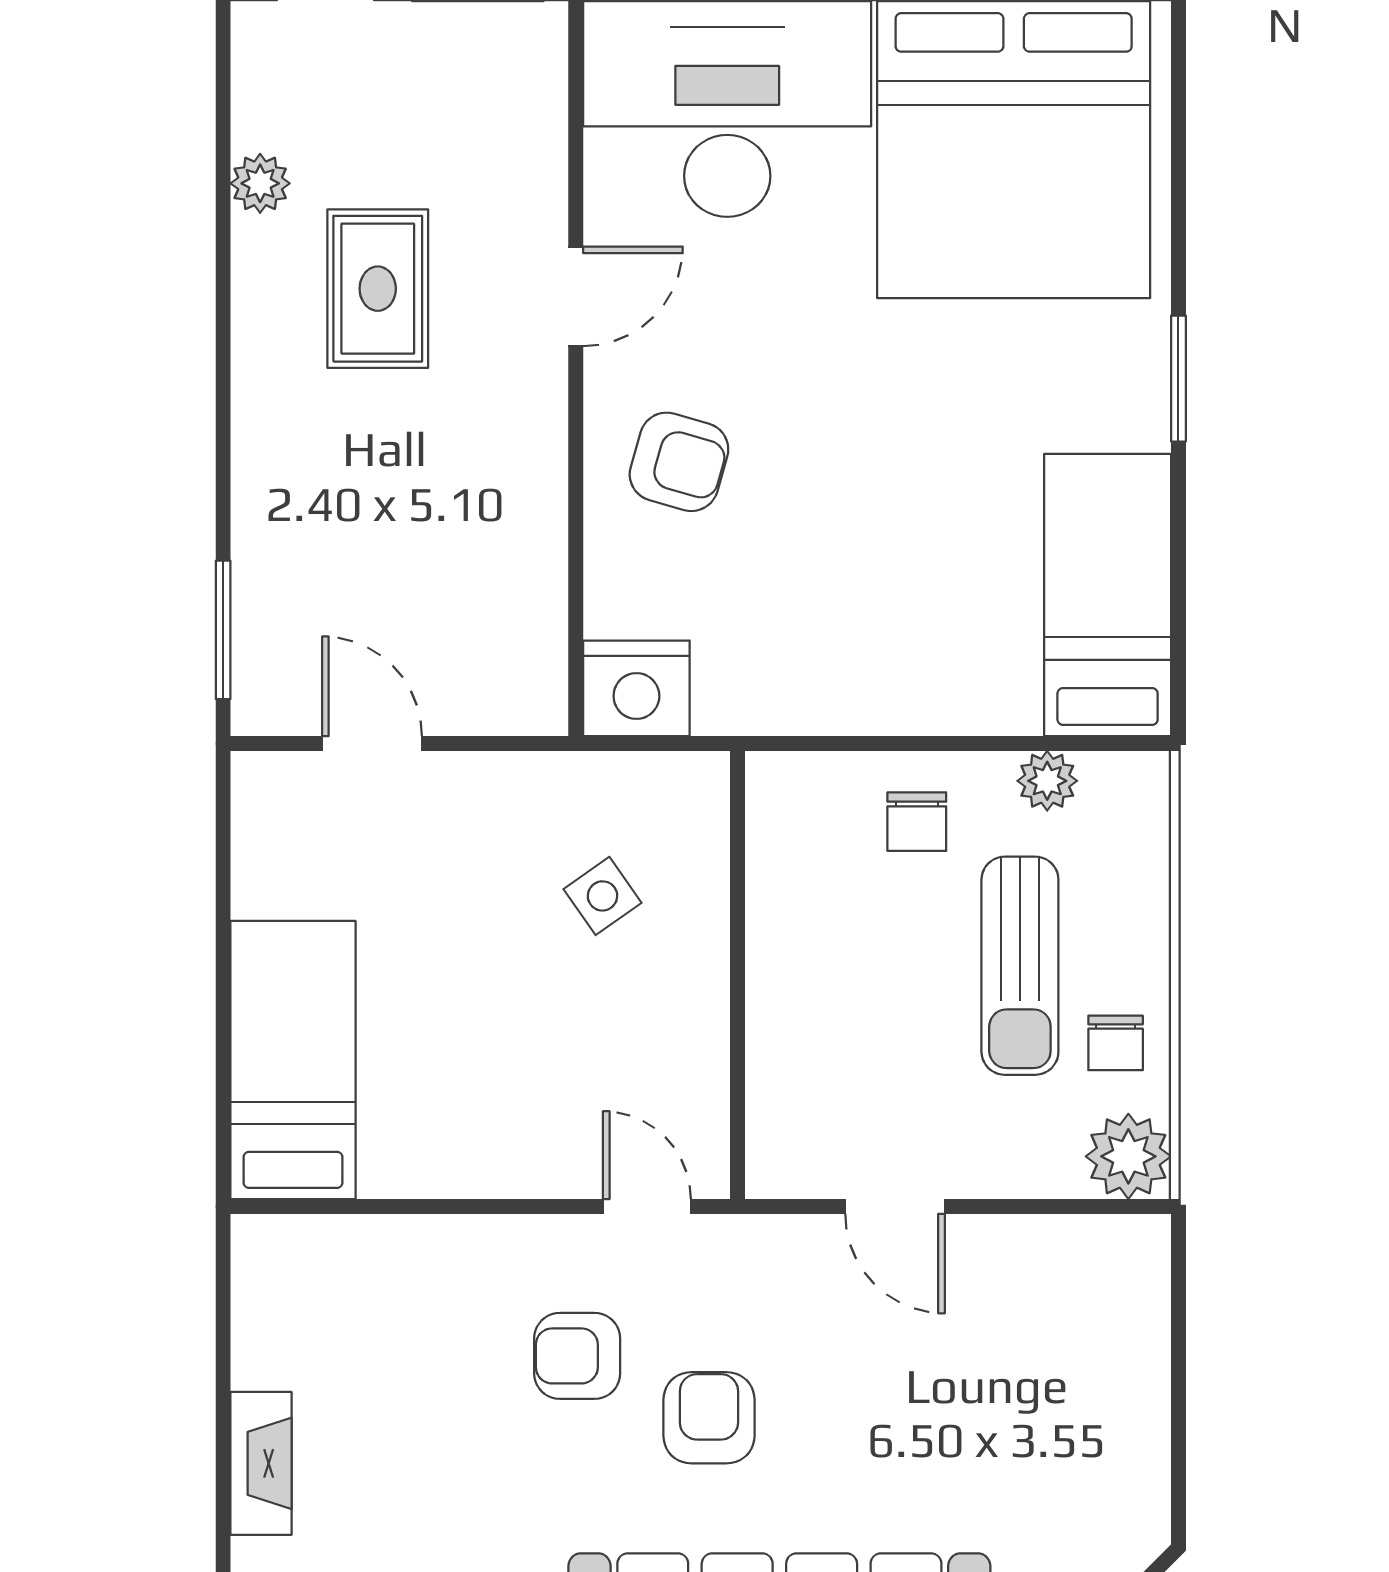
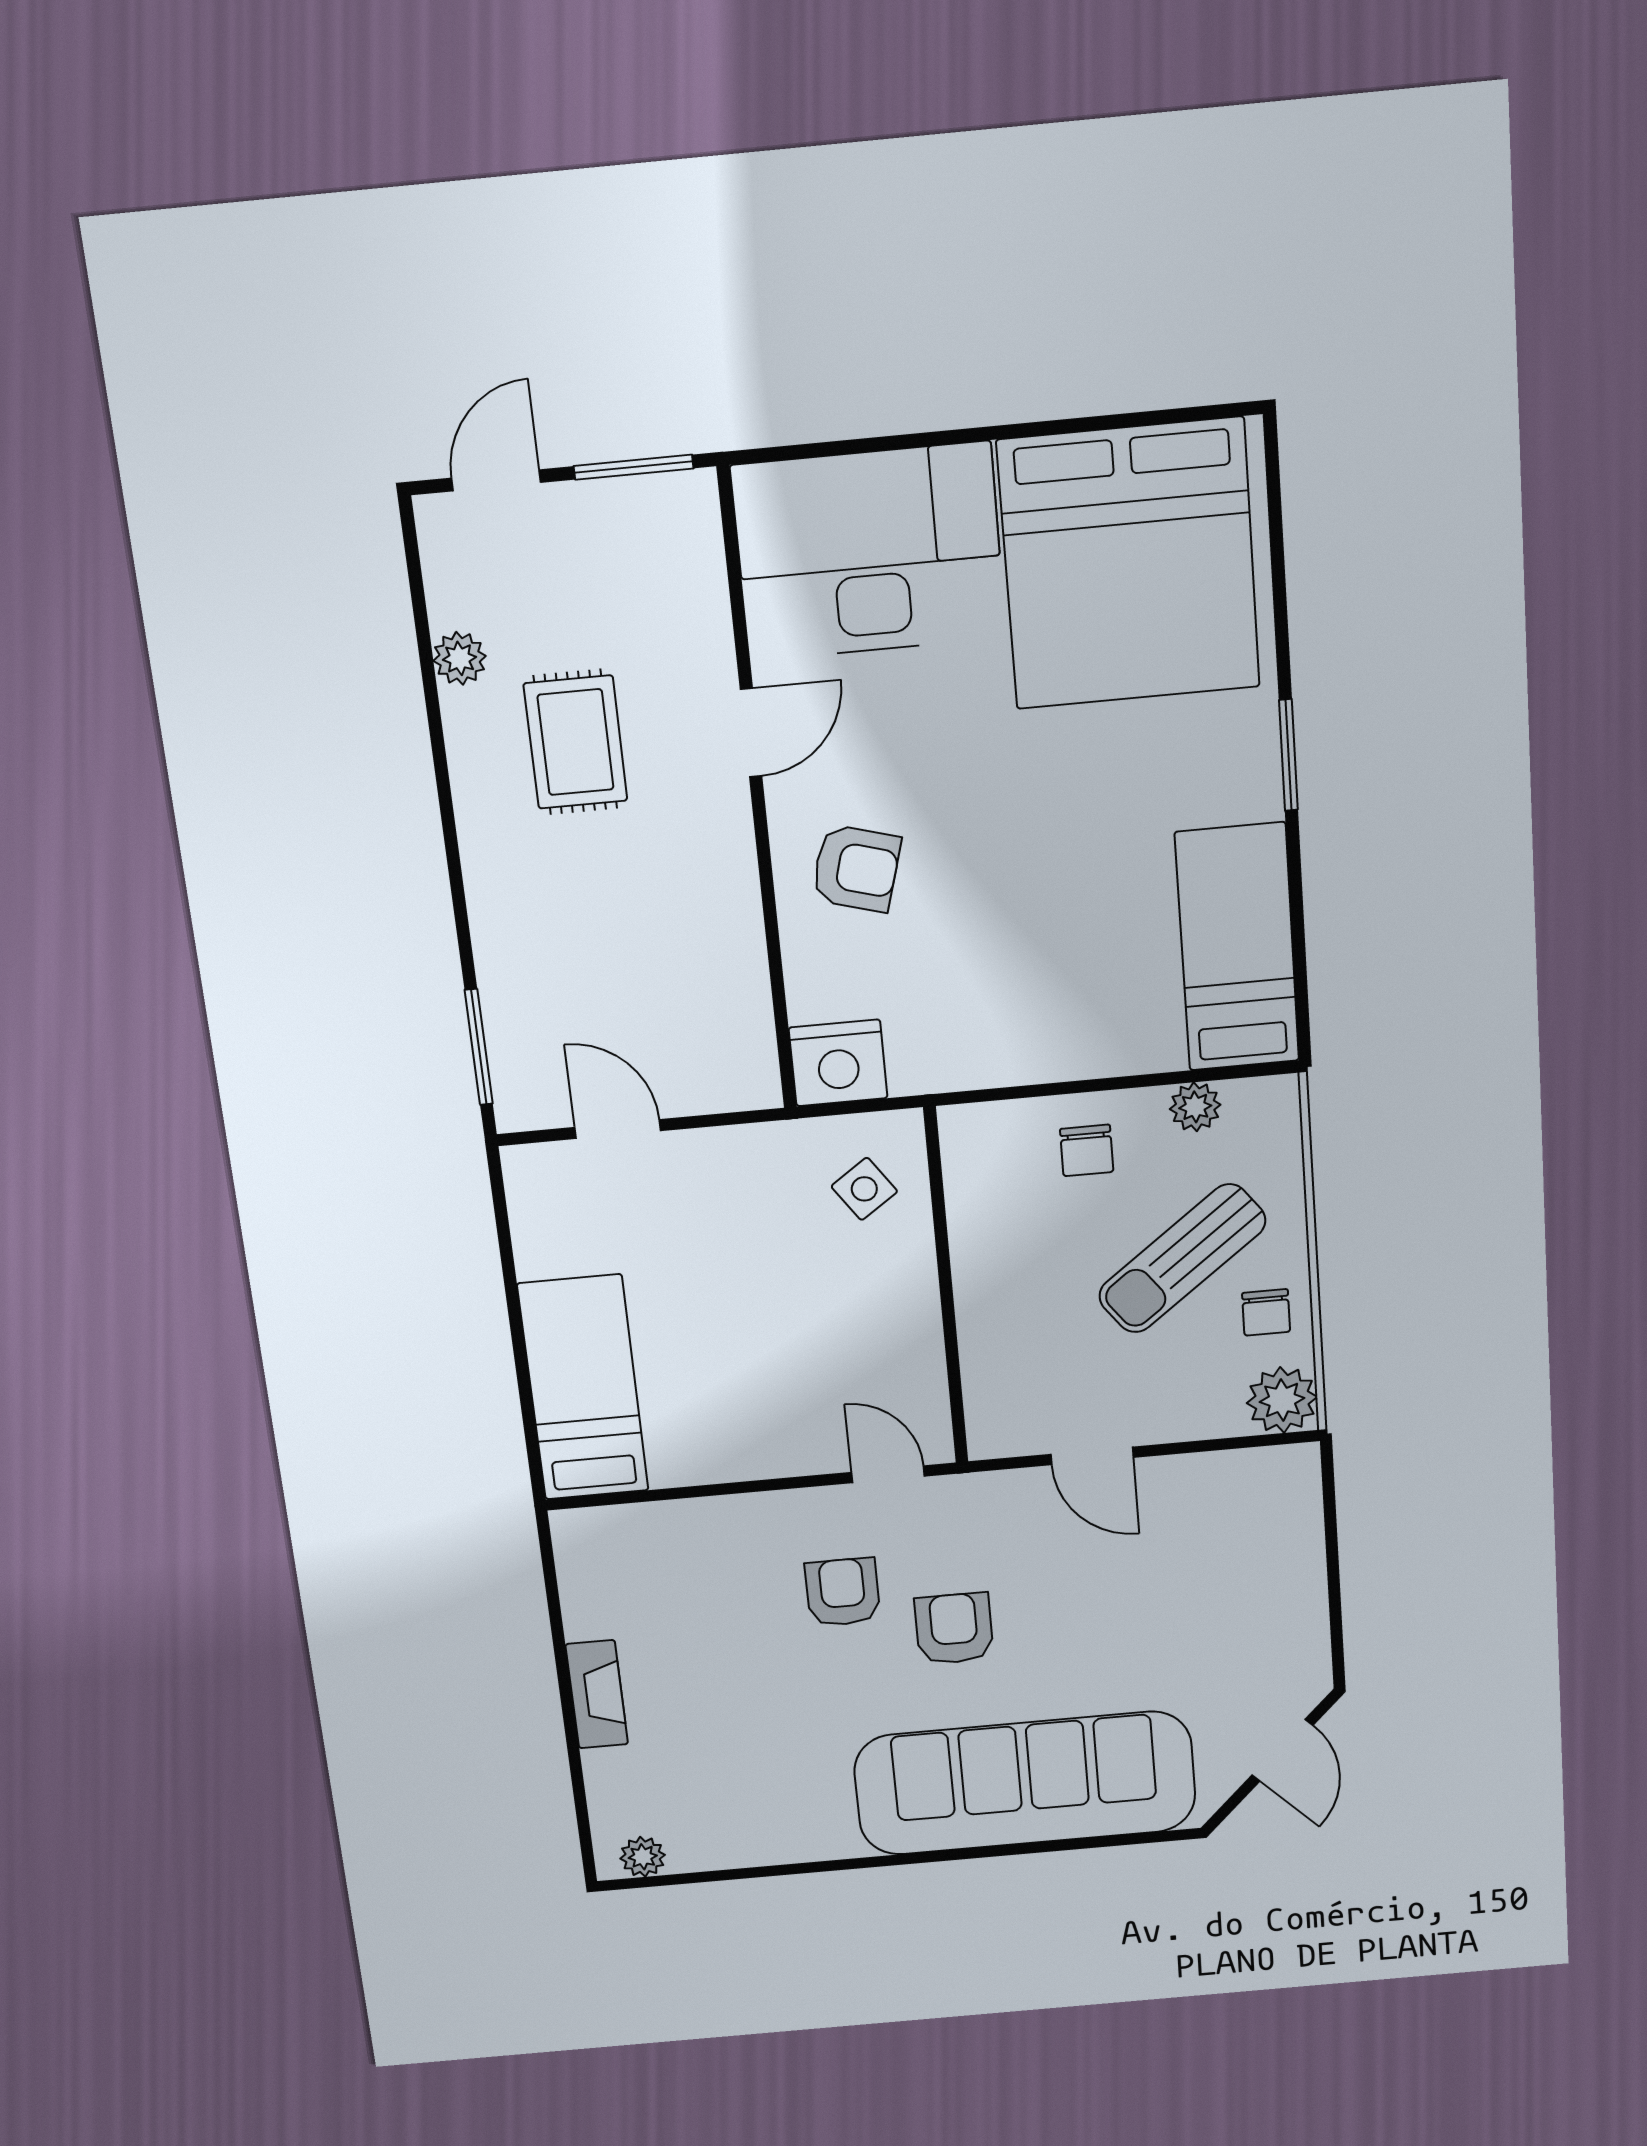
side table: (603, 896) -> (864, 1189), moved
sun lounger: (1020, 966) -> (1182, 1258), turned 53
armchair: (577, 1356) -> (843, 1592), turned 90

